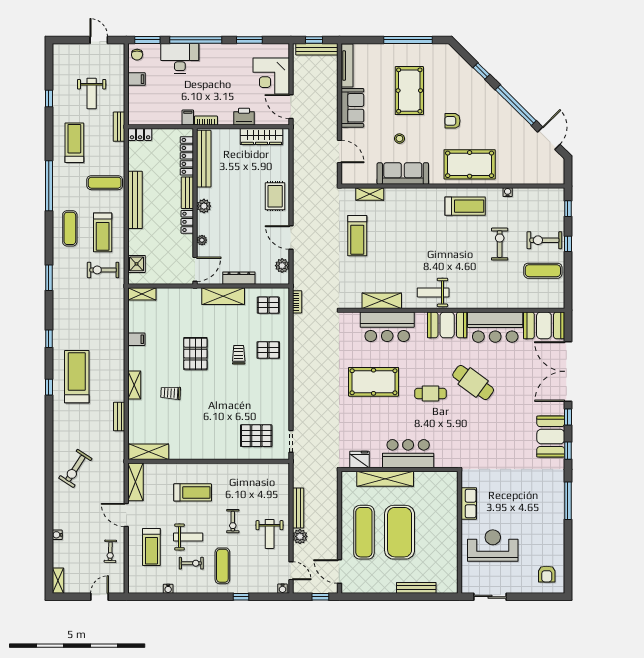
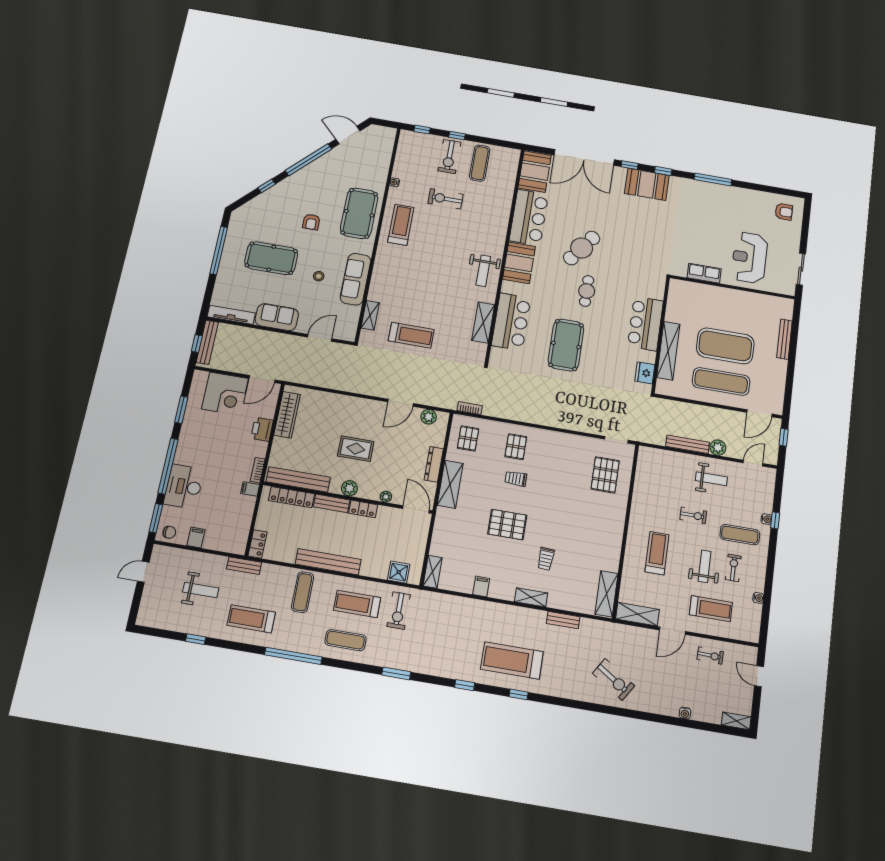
rug: (275, 196) -> (356, 449), moved
treadmill: (103, 232) -> (357, 604), turned 180
water cooler: (283, 589) -> (766, 519), moved

